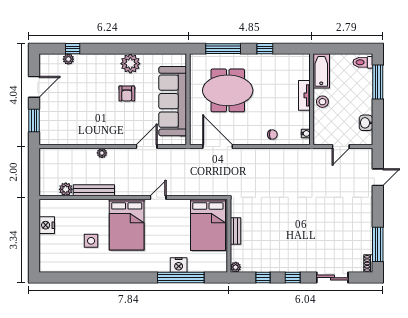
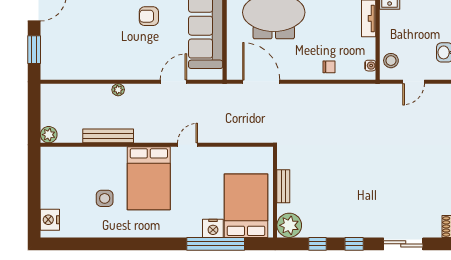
armchair: (127, 94) -> (149, 16), turned 90
stool: (322, 102) -> (391, 61), moved
plant: (66, 189) -> (49, 135), moved
nightstand: (47, 225) -> (50, 220), moved
bed: (208, 225) -> (246, 206), moved, turned 180
plant: (236, 267) -> (289, 225), width x1.87, depth x1.87

